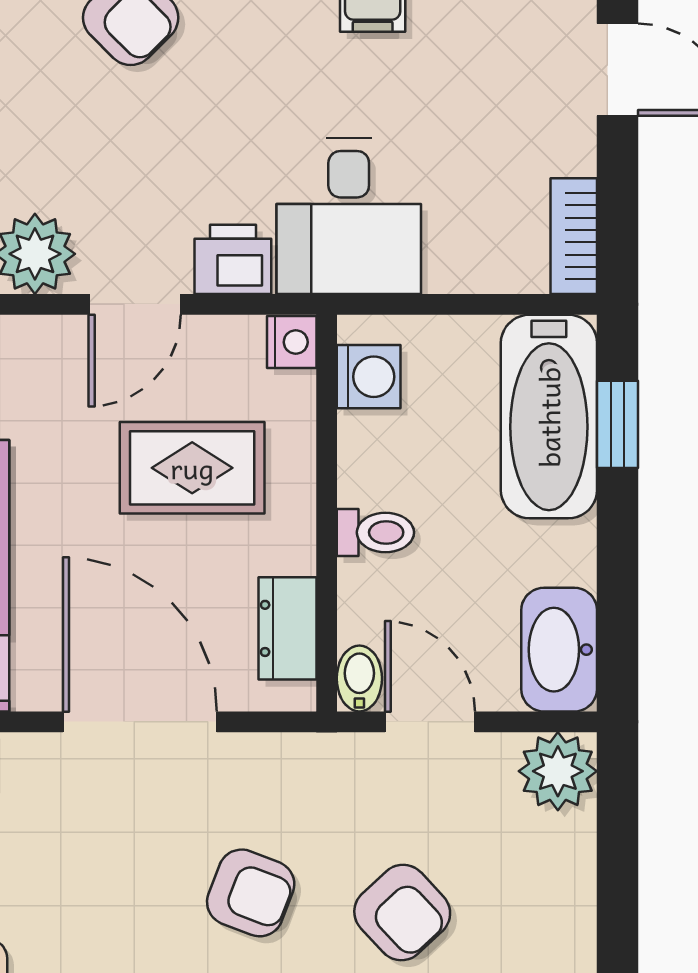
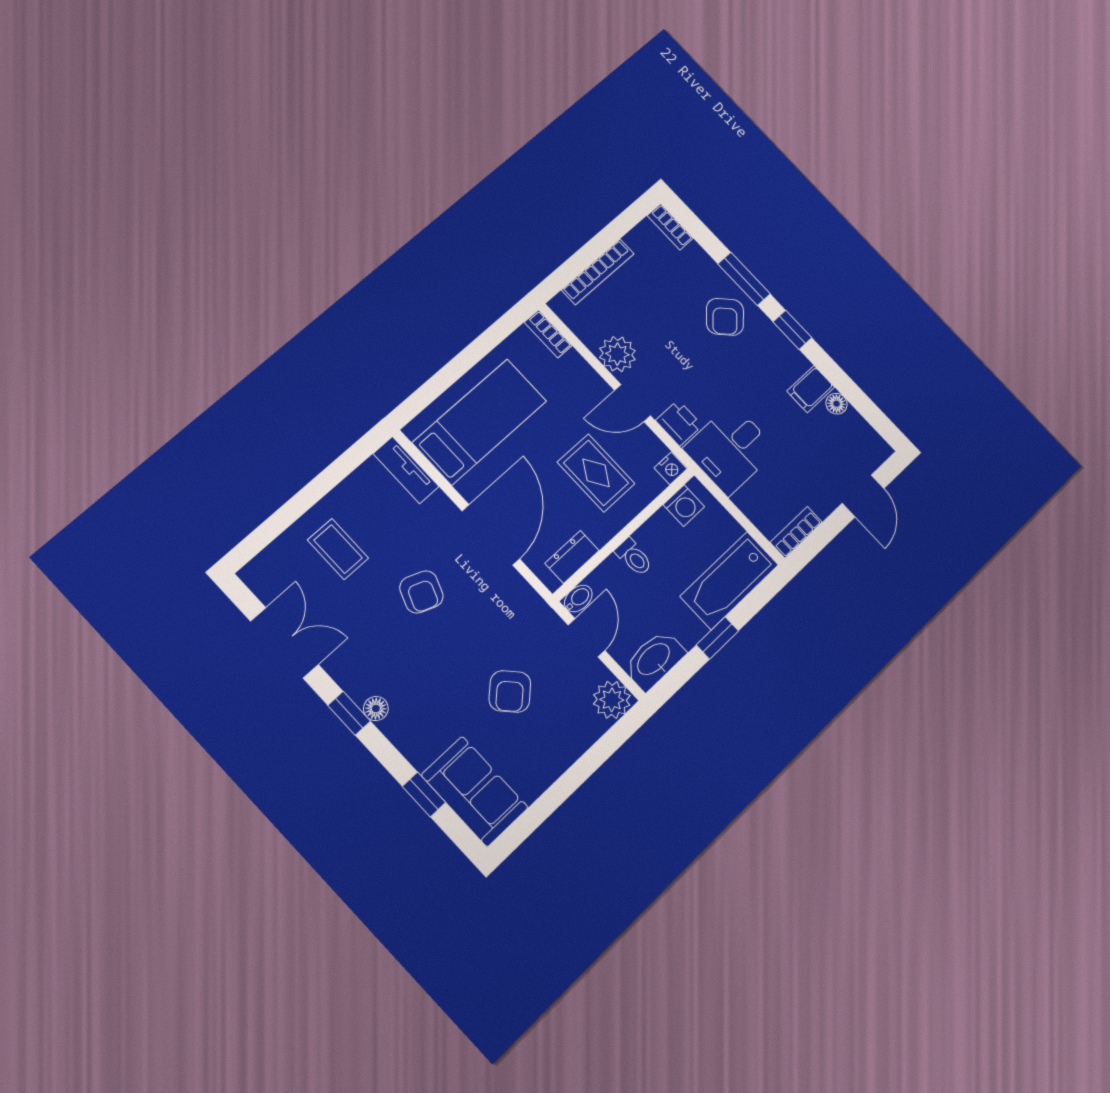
window: (618, 424) -> (717, 638), moved
armchair: (251, 893) -> (421, 592), moved

